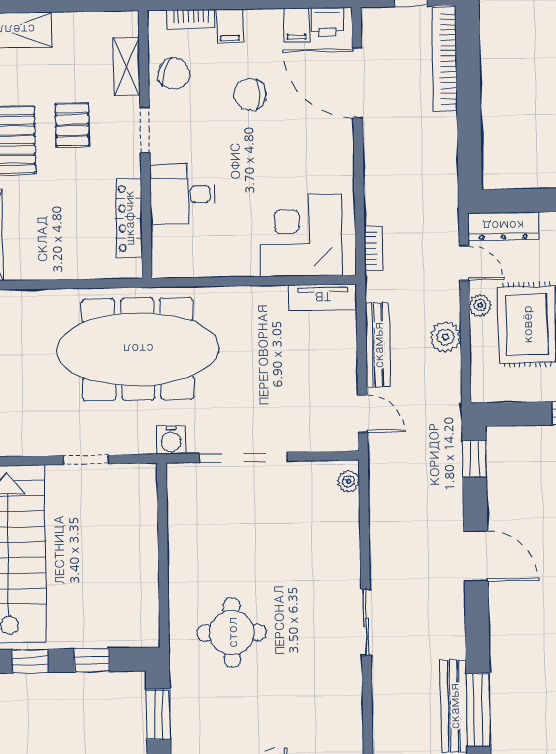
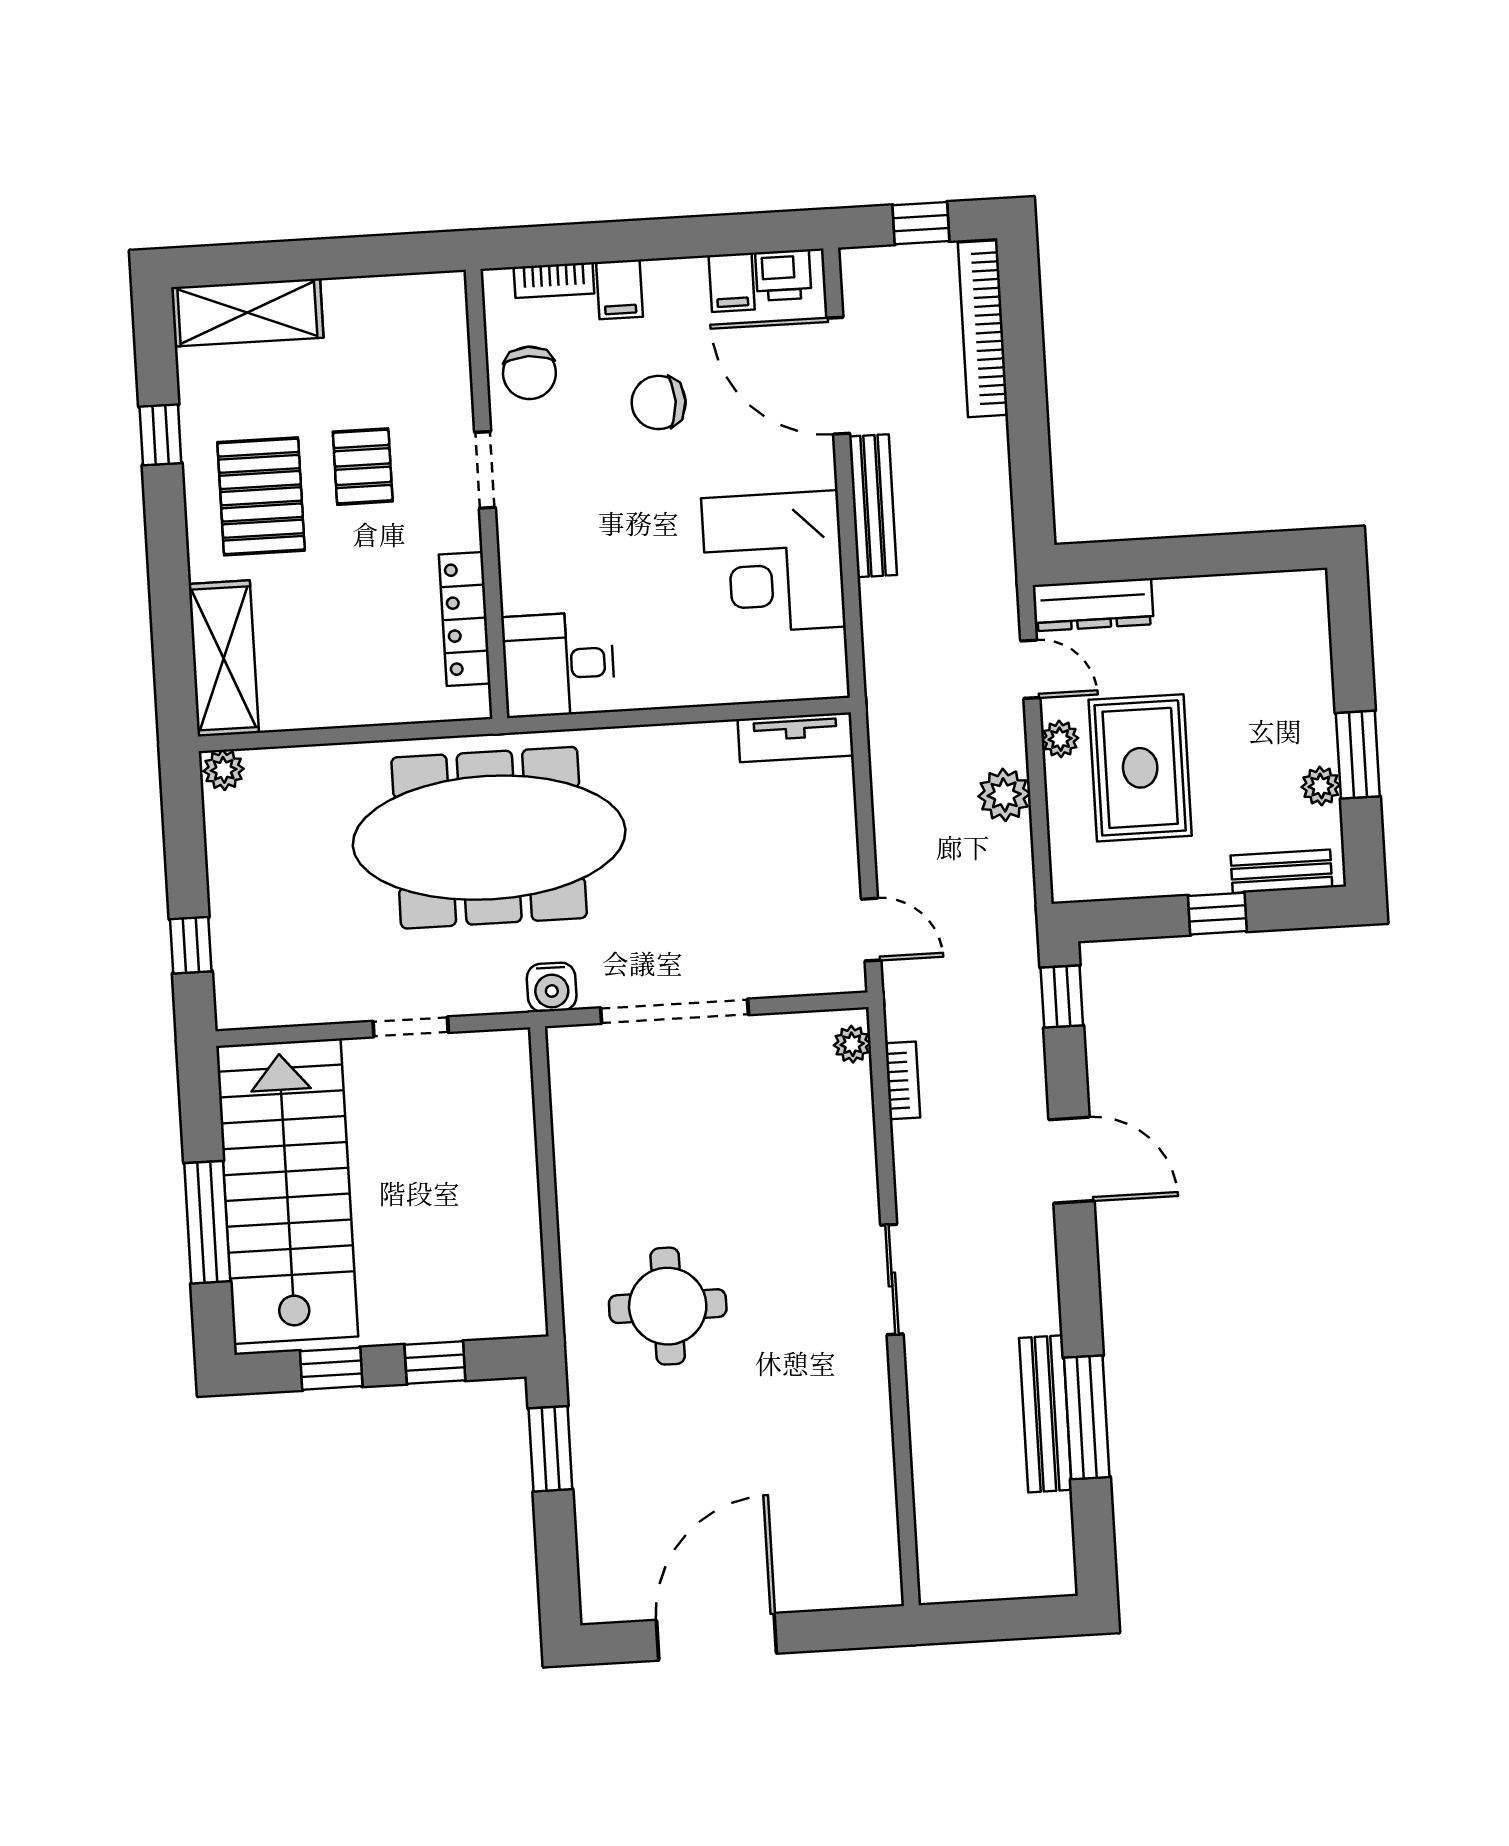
shelving: (127, 66) -> (450, 364), removed
chair: (174, 74) -> (529, 373), turned 73
desk: (183, 194) -> (559, 664), moved
corner desk: (301, 235) -> (773, 562), moved, turned -90
bookcase: (373, 248) -> (903, 1080), moved
bench: (378, 345) -> (873, 506), moved

